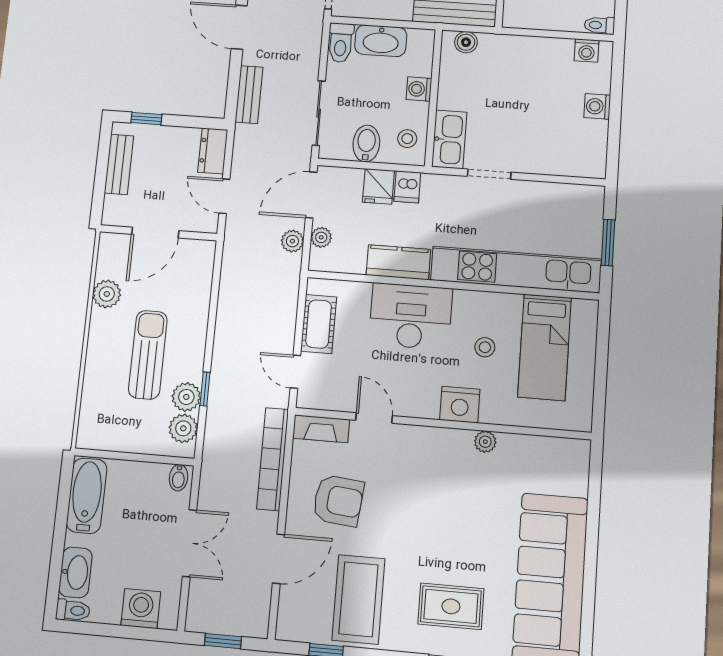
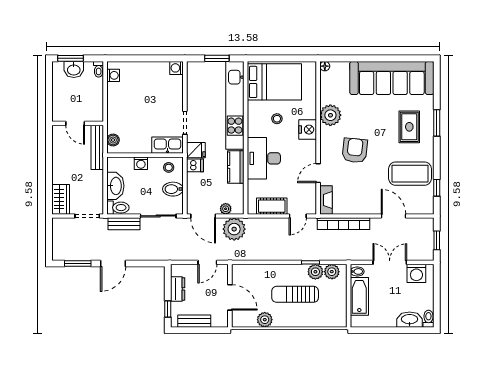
bench: (249, 95) -> (124, 224), moved
washing machine: (597, 106) -> (176, 68), moved, turned 90
dresser: (213, 151) -> (178, 289), moved, turned -90
fridge: (378, 186) -> (196, 150), moved
plant: (292, 241) -> (234, 229), width x1.87, depth x1.87
bed: (544, 347) -> (274, 82), width x1.50
plant: (485, 442) -> (330, 115), width x1.87, depth x1.87
floor lamp: (581, 448) -> (325, 66), added
bathtub: (87, 496) -> (359, 296), moved, turned 90
armchair: (338, 500) -> (355, 150), moved
washing machine: (141, 609) -> (416, 273), moved, turned -90

